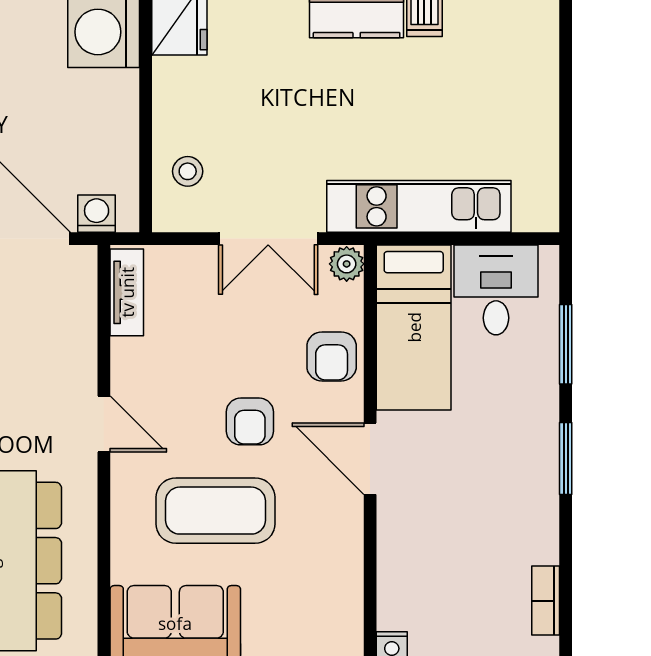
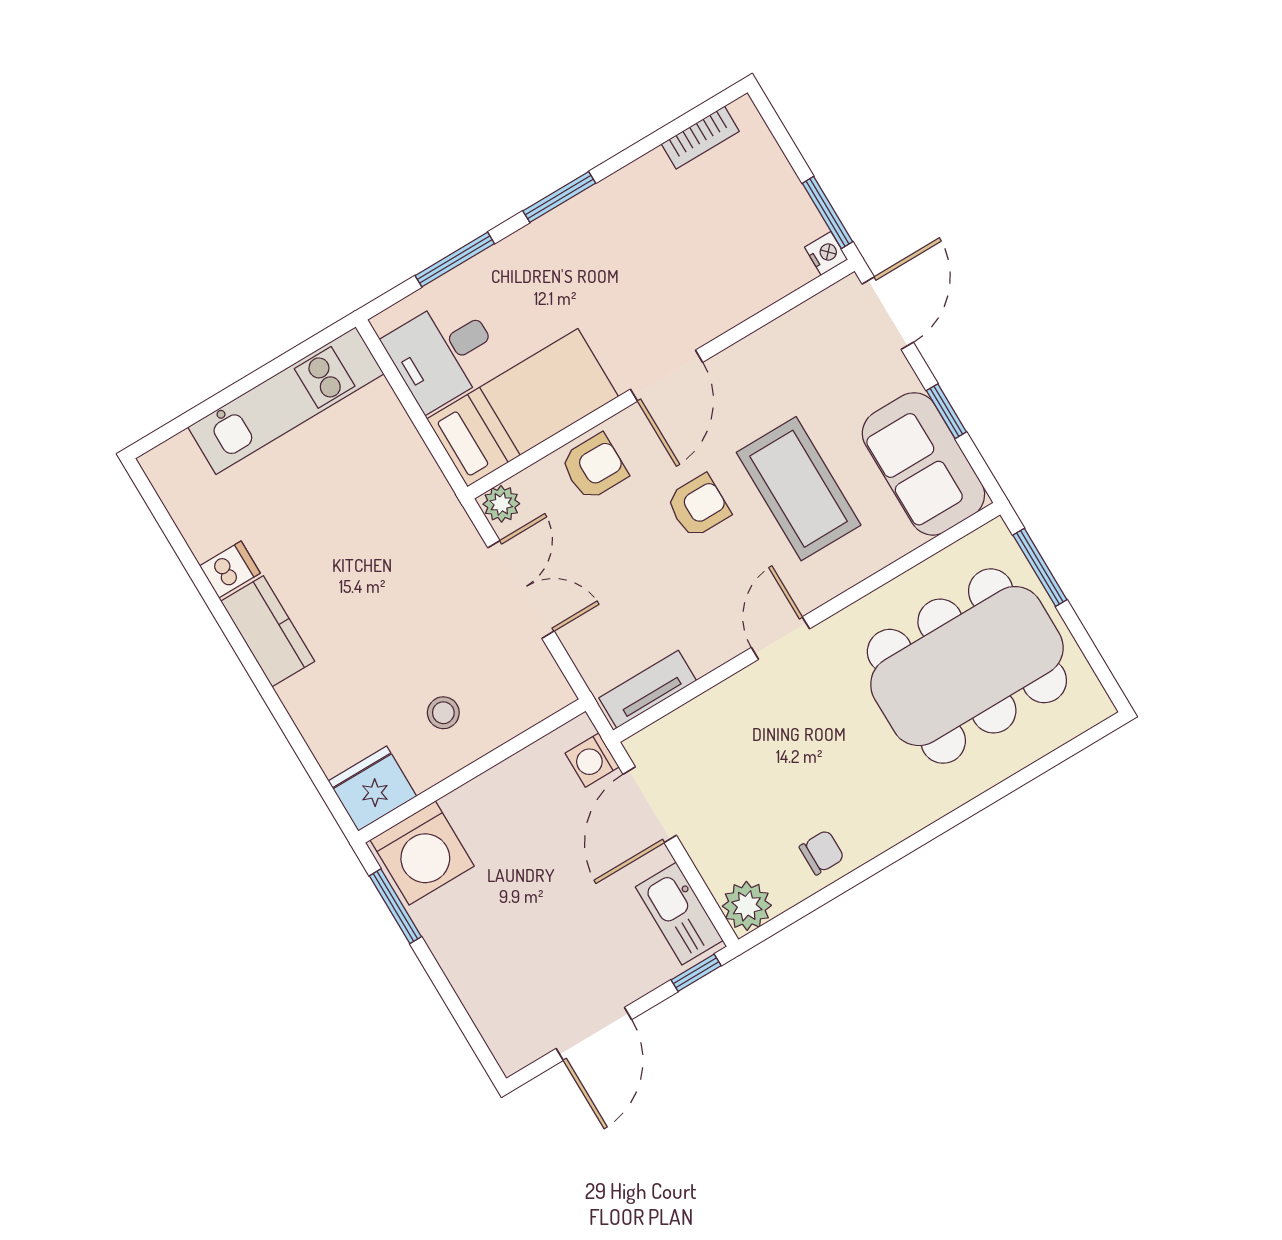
stool: (188, 171) -> (443, 713), moved
kitchen unit: (419, 206) -> (286, 401), moved, turned -90

